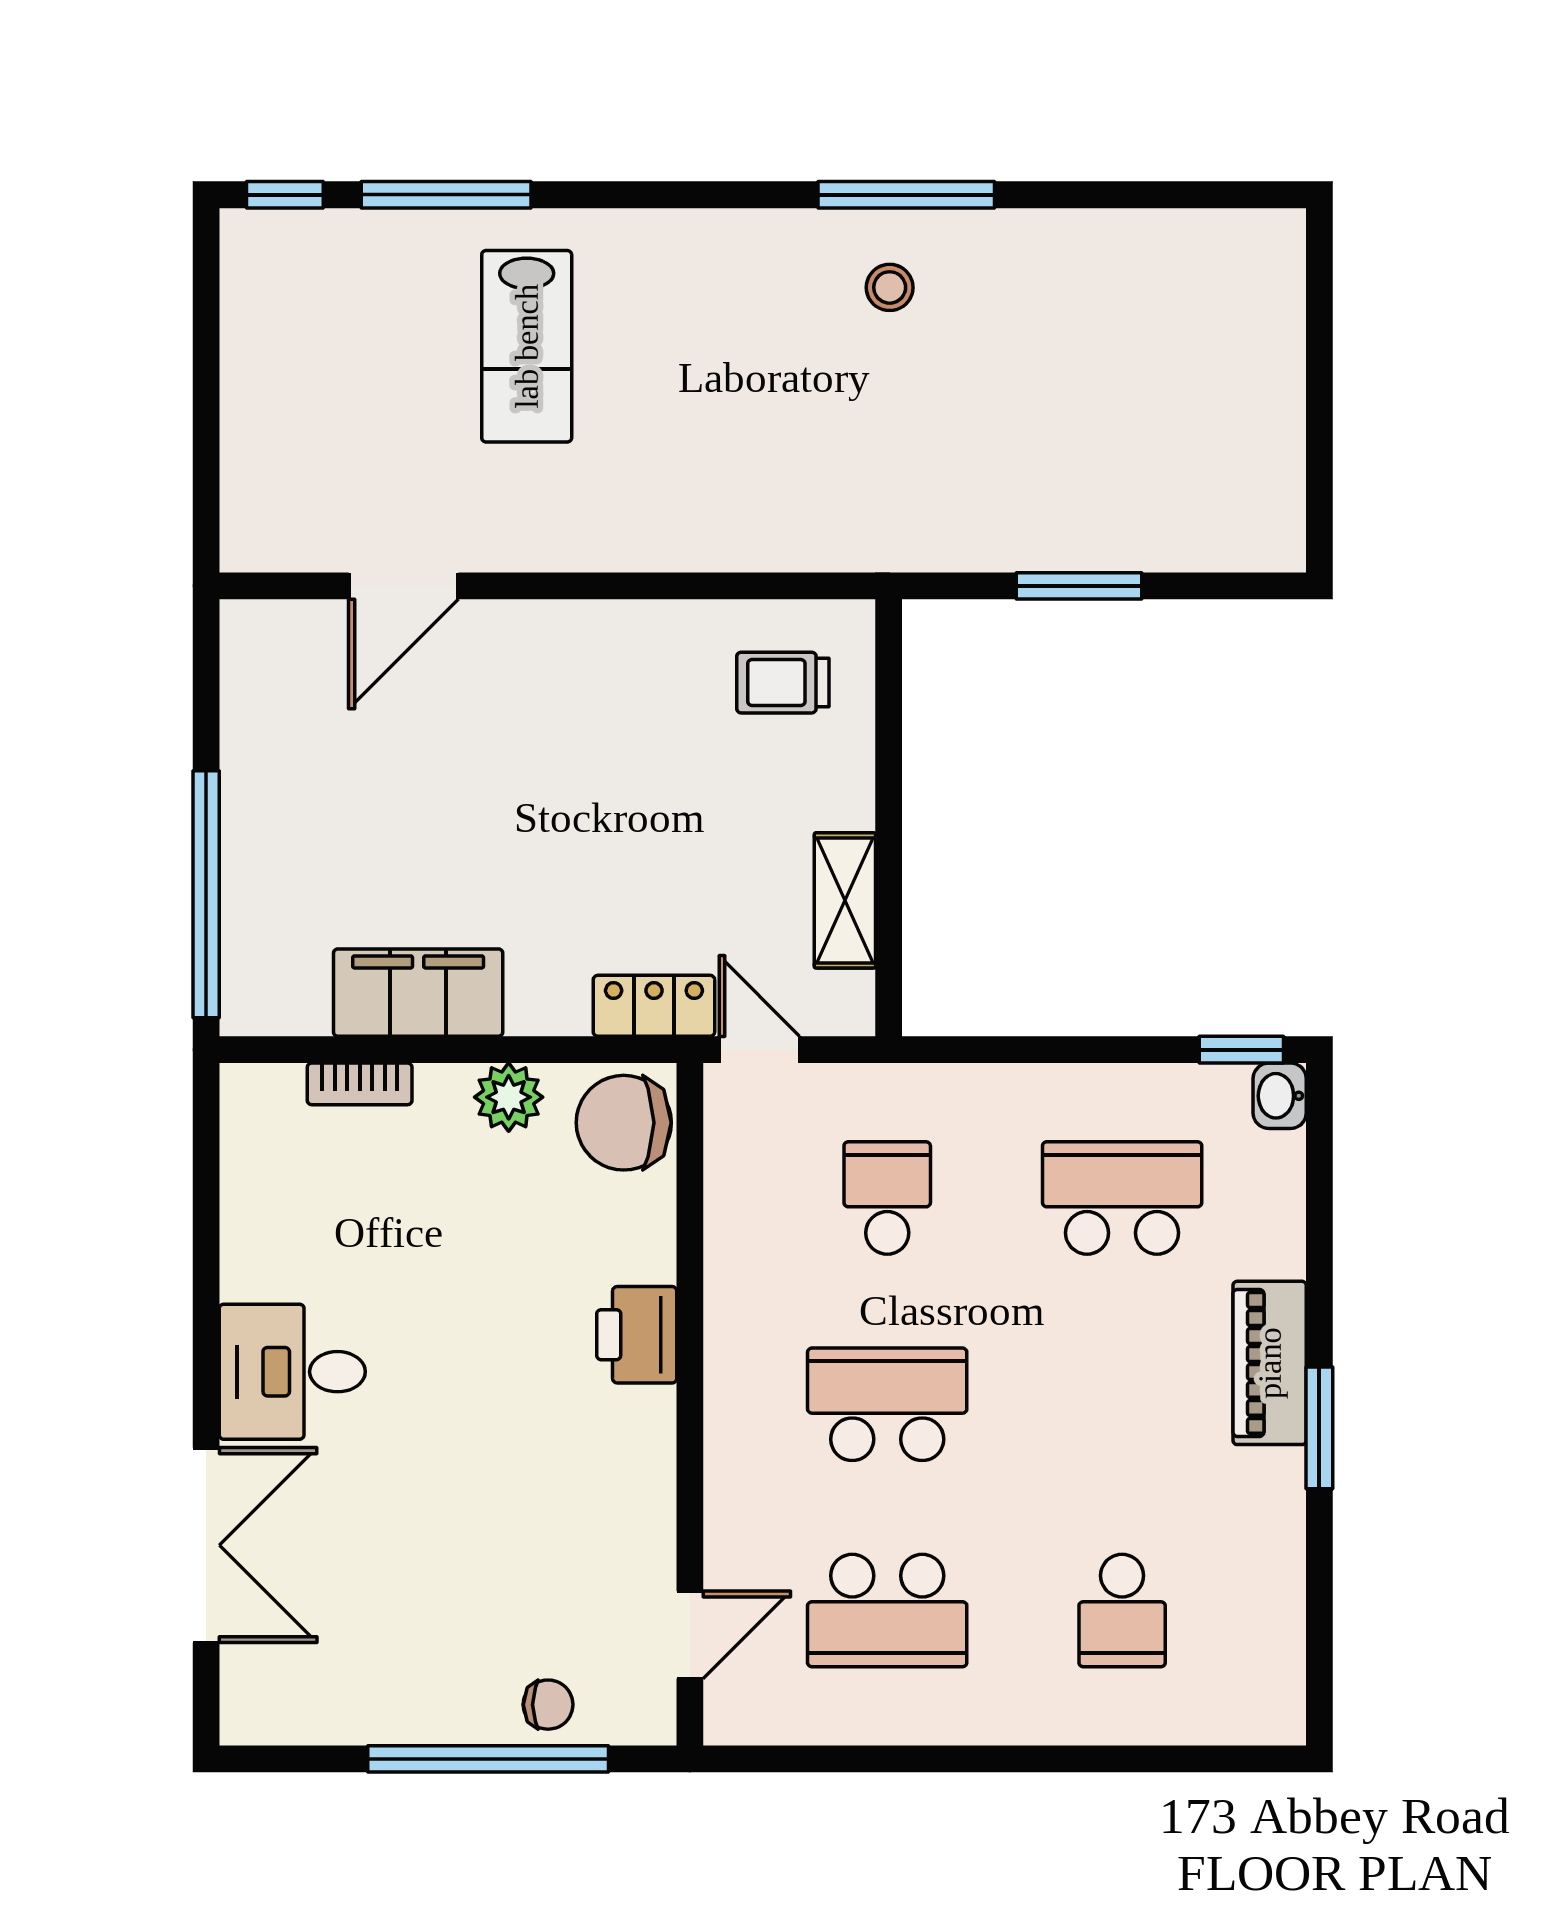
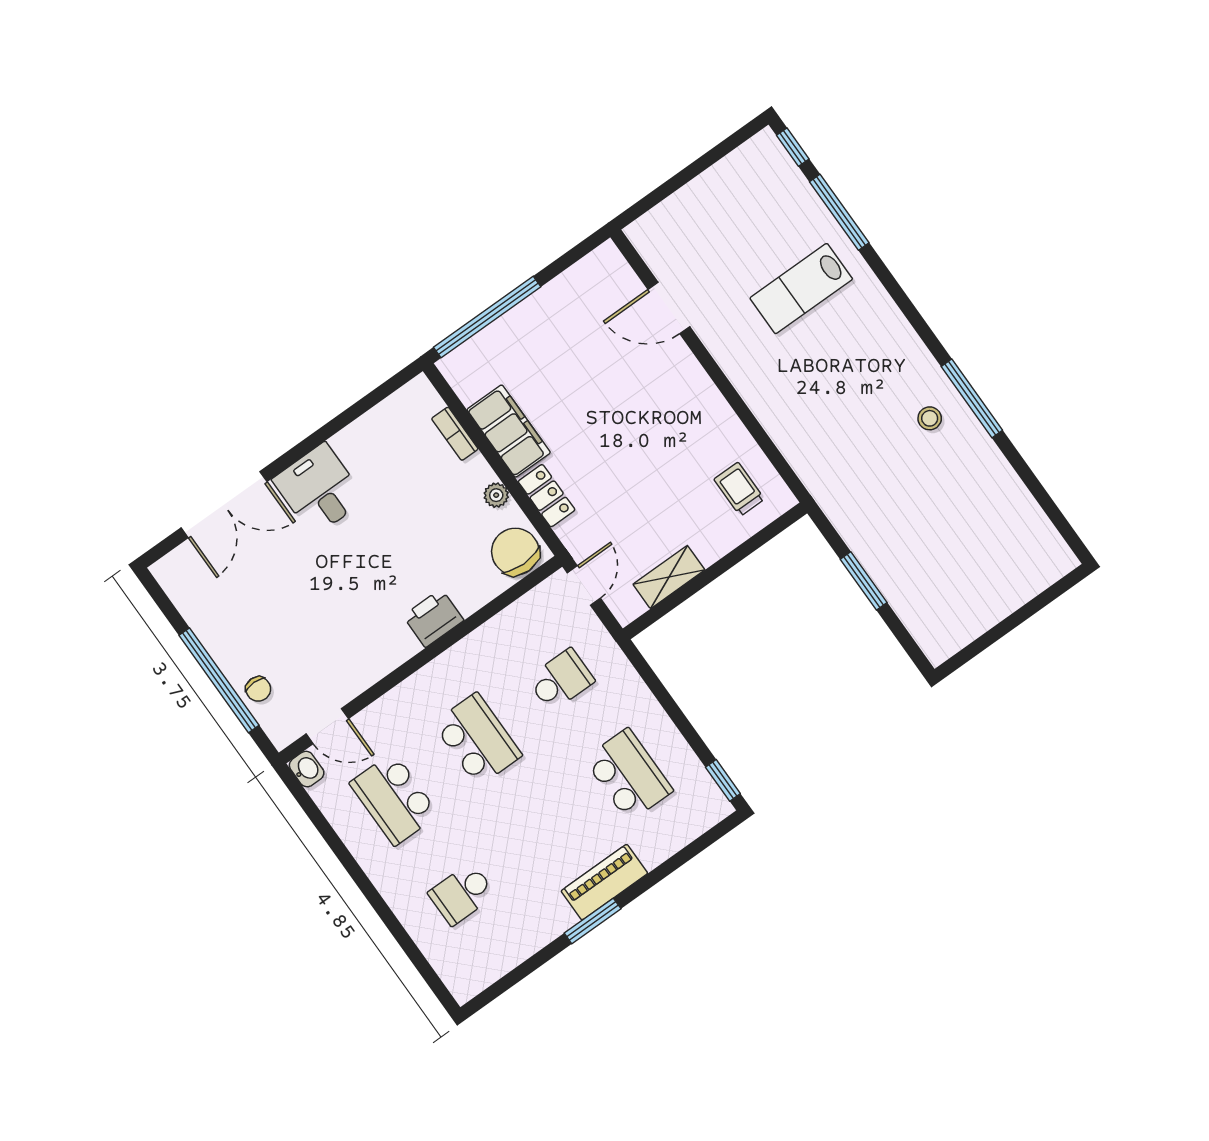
locker: (654, 1006) -> (547, 496), moved
washbasin: (1280, 1096) -> (307, 769), moved, turned 90
plant: (509, 1097) -> (496, 495), width x0.73, depth x0.73

